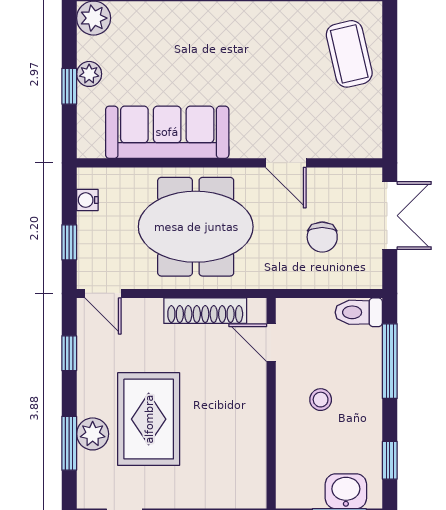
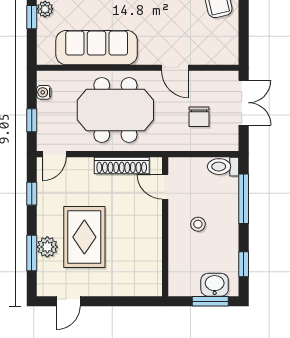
door: (103, 293) -> (54, 154), hinge flipped

